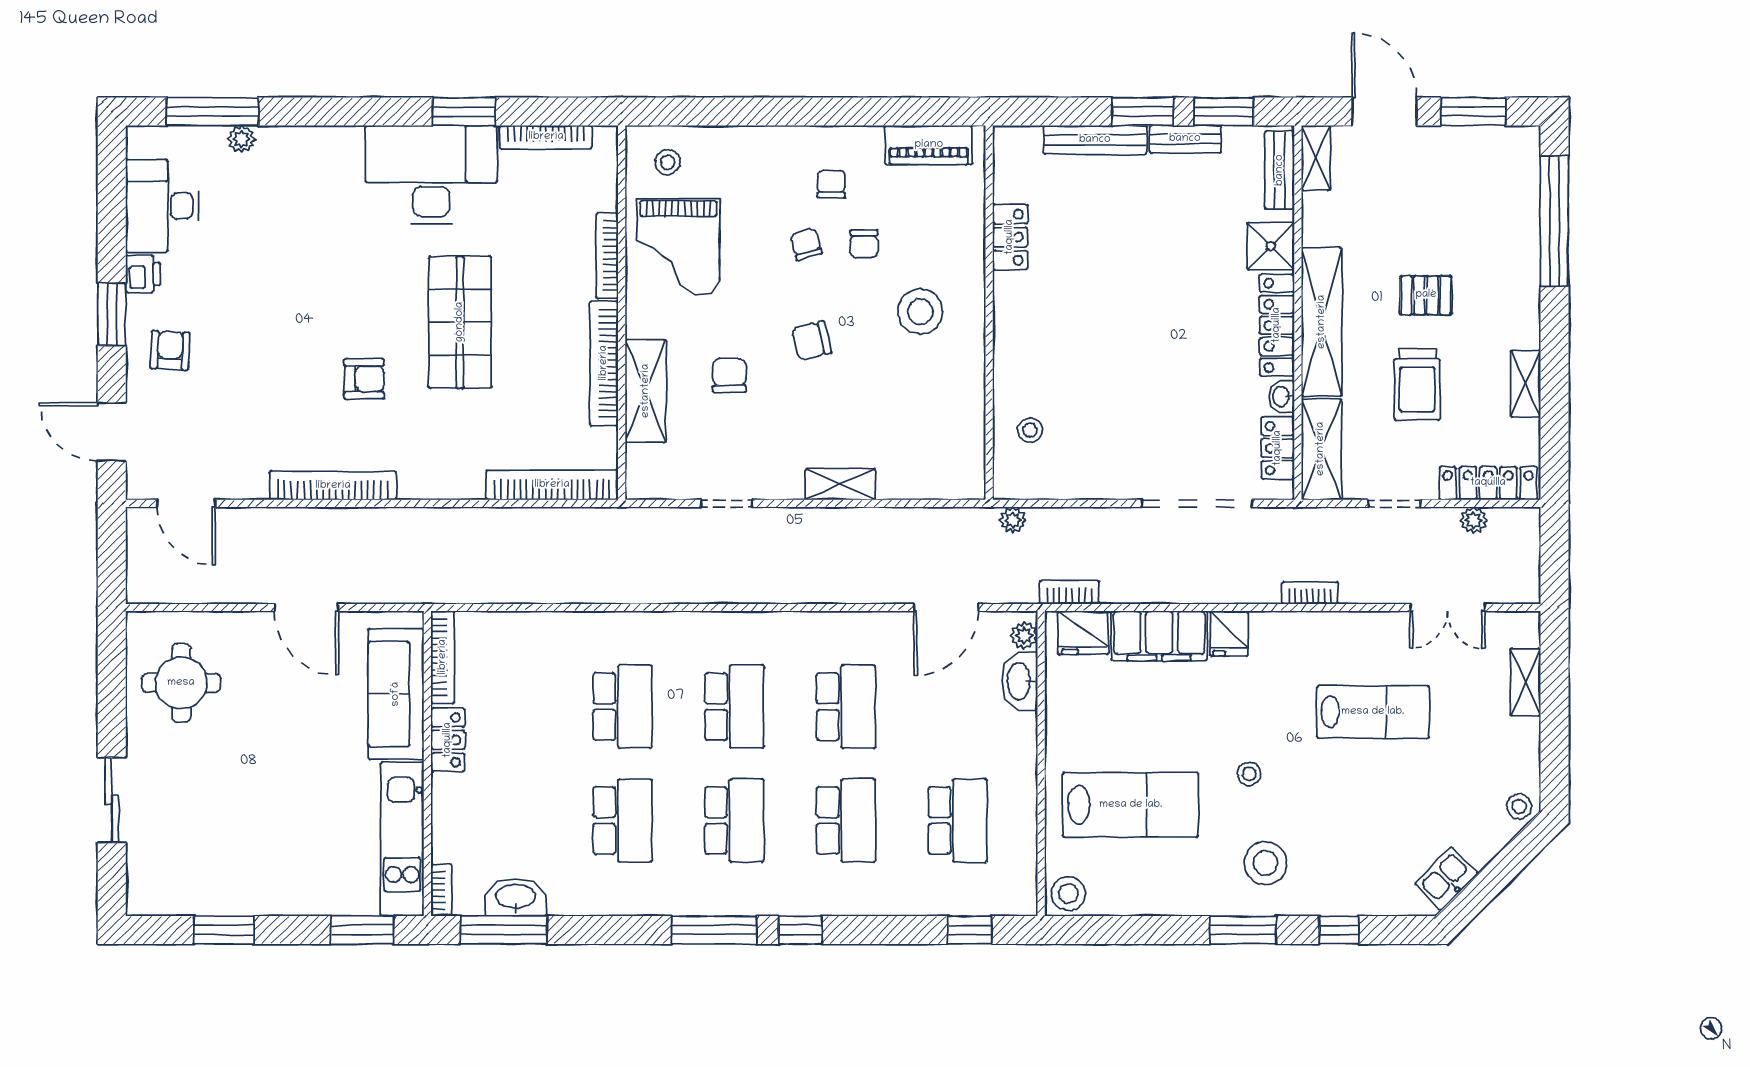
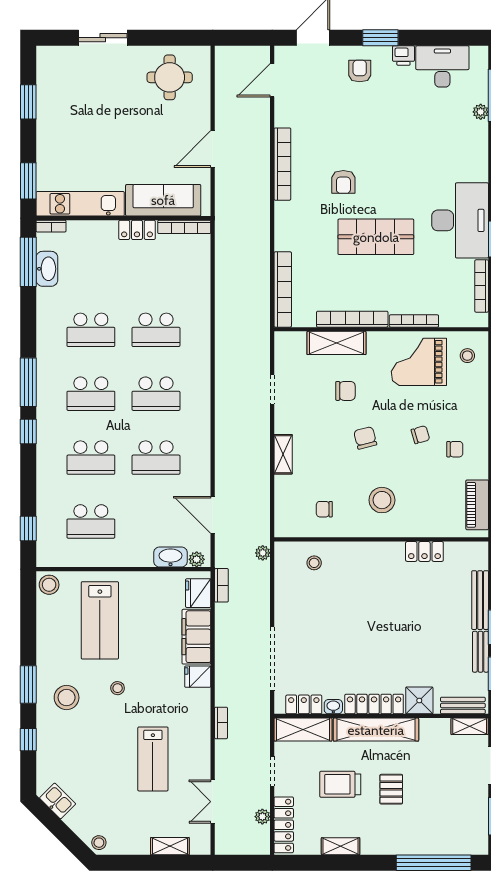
chair: (864, 244) -> (324, 509), moved
armchair: (170, 350) -> (360, 71), turned -93

